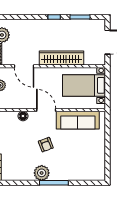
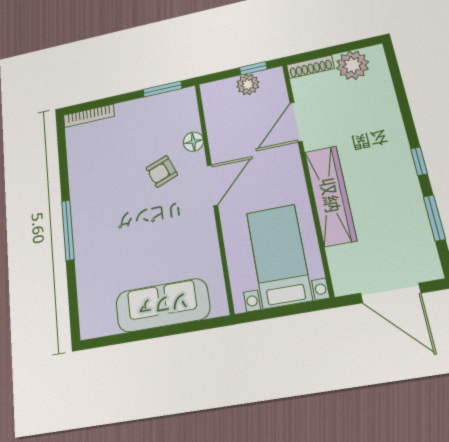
sofa: (78, 120) -> (162, 305), moved, turned 90
armchair: (46, 145) -> (162, 171), moved
plant: (42, 173) -> (85, 202), removed

